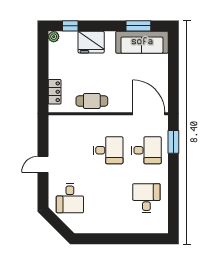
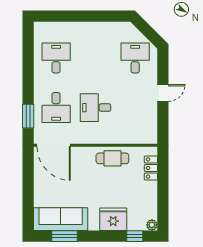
desk: (146, 150) -> (56, 108), turned -90
desk: (146, 198) -> (56, 58), turned 180

